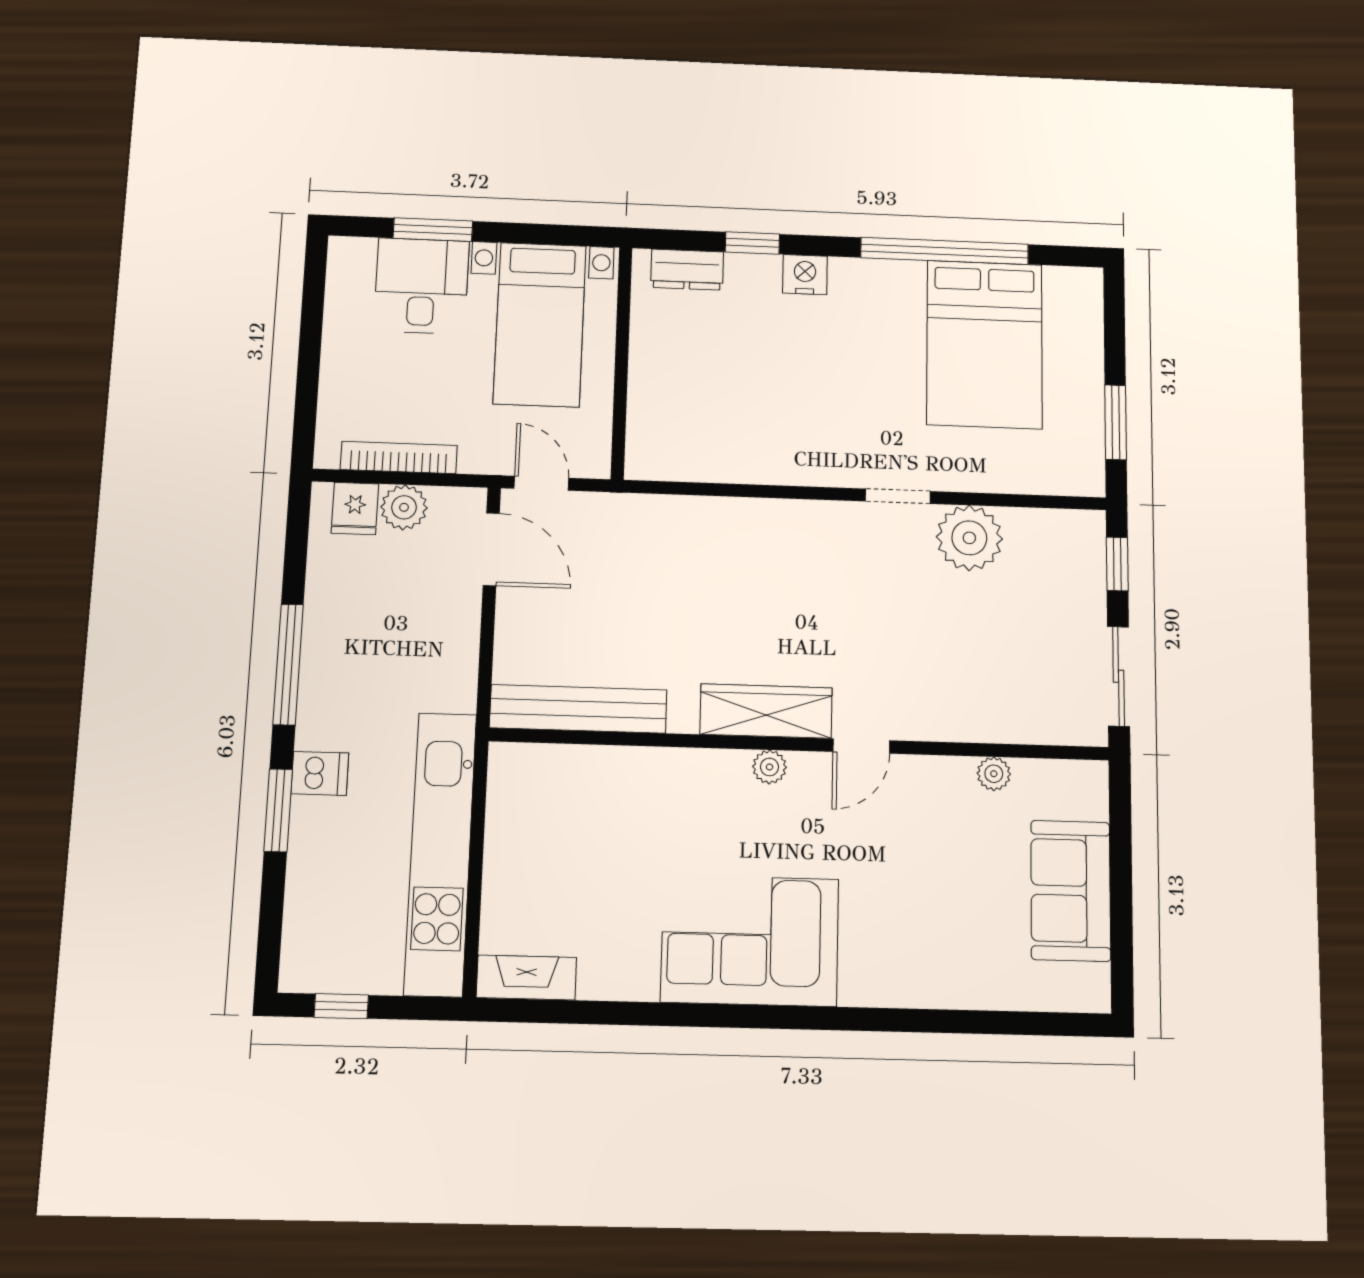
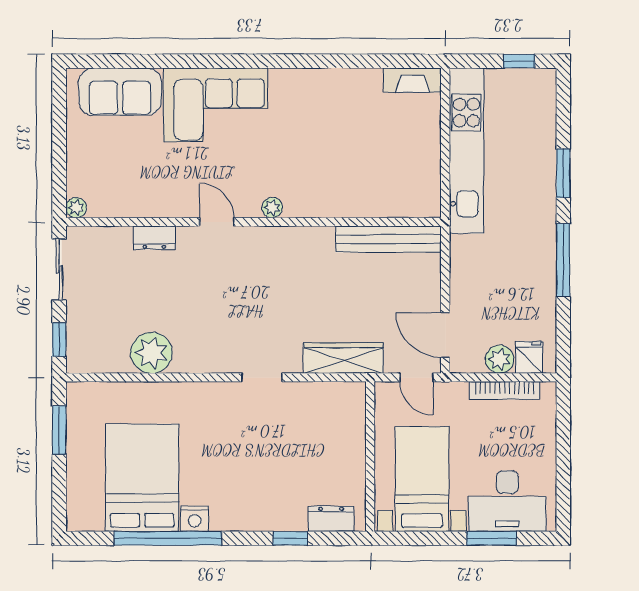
nightstand: (805, 275) -> (195, 519), moved
desk: (421, 286) -> (507, 501), width x1.37
doorway: (898, 496) -> (262, 377), moved
wardrobe: (766, 711) -> (343, 358), moved, turned 180
dresser: (964, 723) -> (154, 238), added
door: (861, 746) -> (217, 222), hinge flipped
dishwasher: (320, 773) -> (540, 196), removed
plant: (994, 774) -> (76, 208), moved
sofa: (1071, 891) -> (120, 92), moved, turned 90
corner sofa: (750, 940) -> (215, 105), moved

